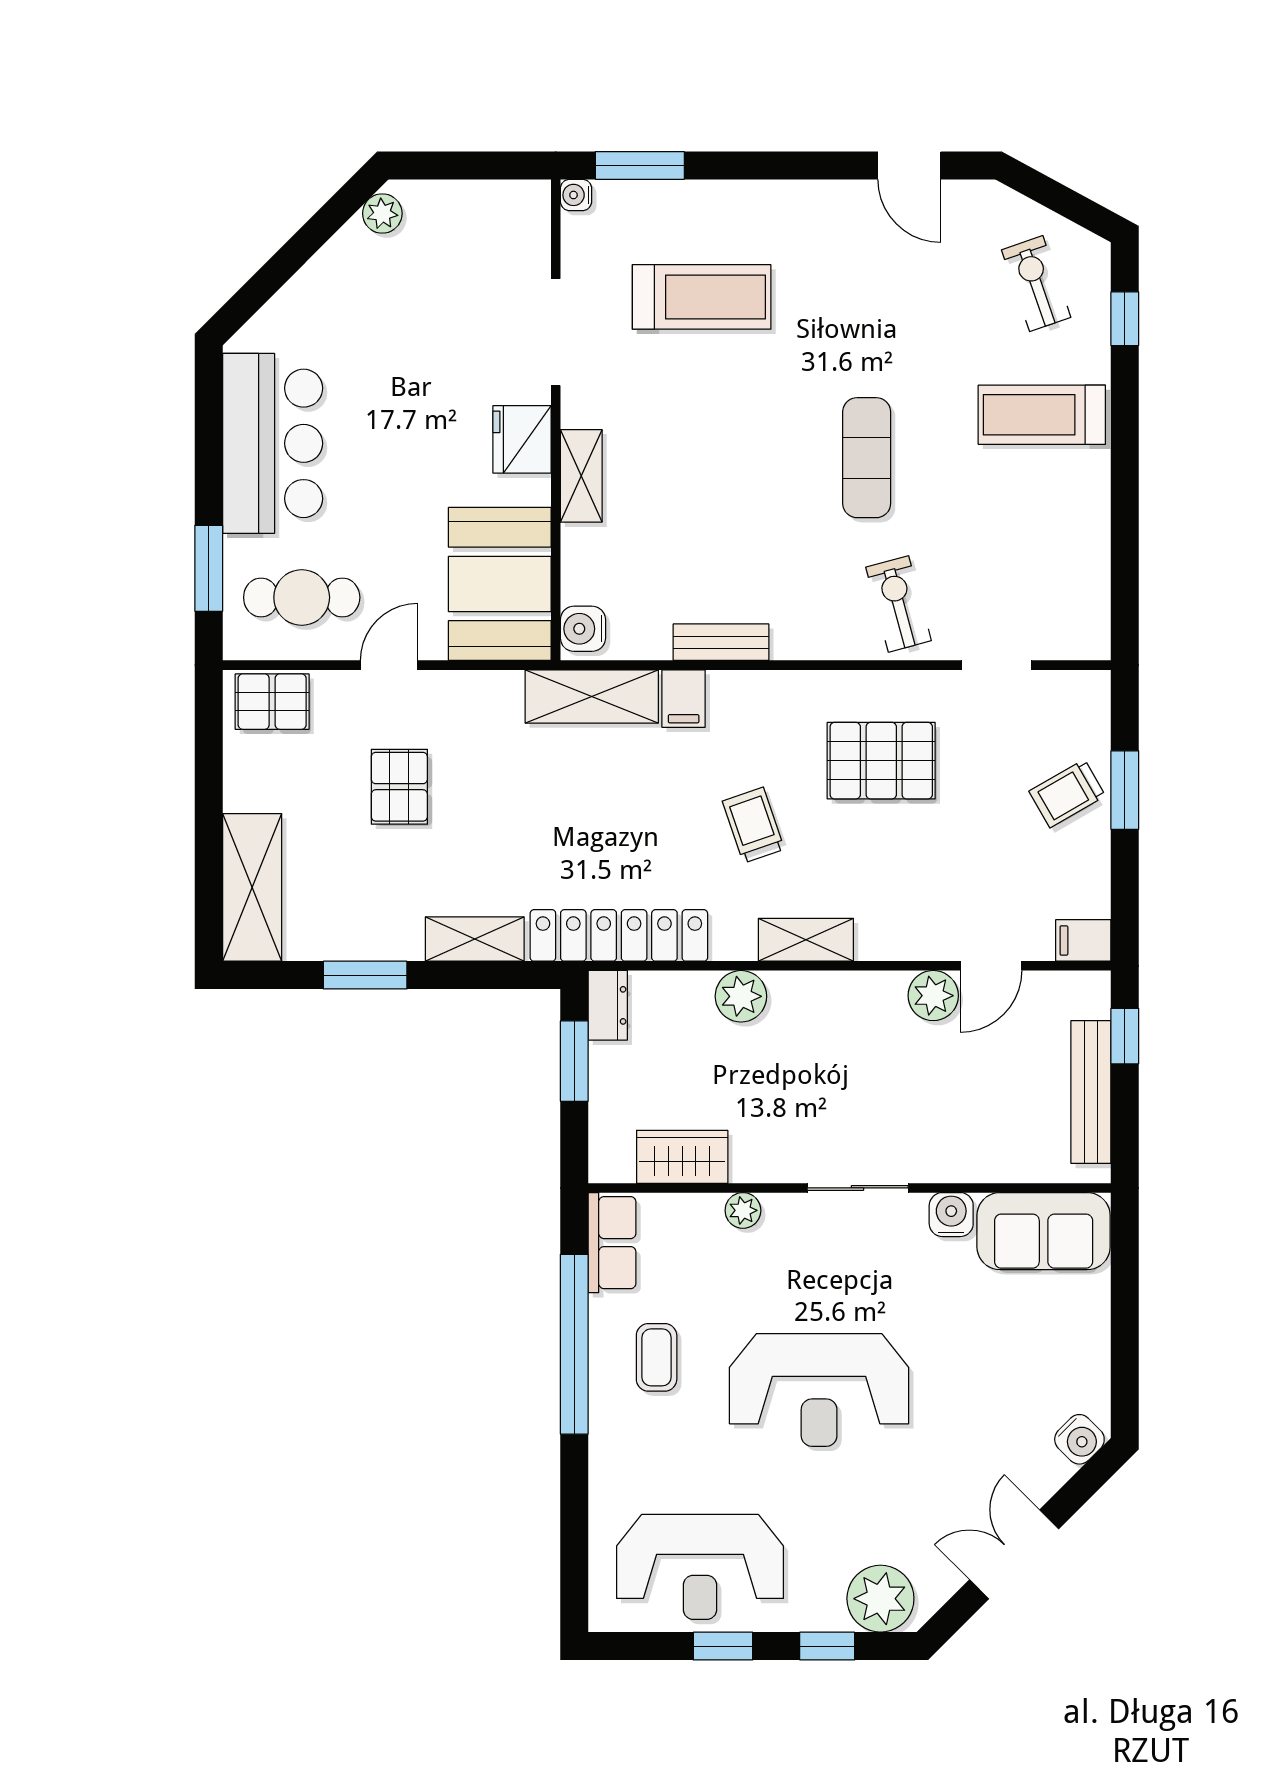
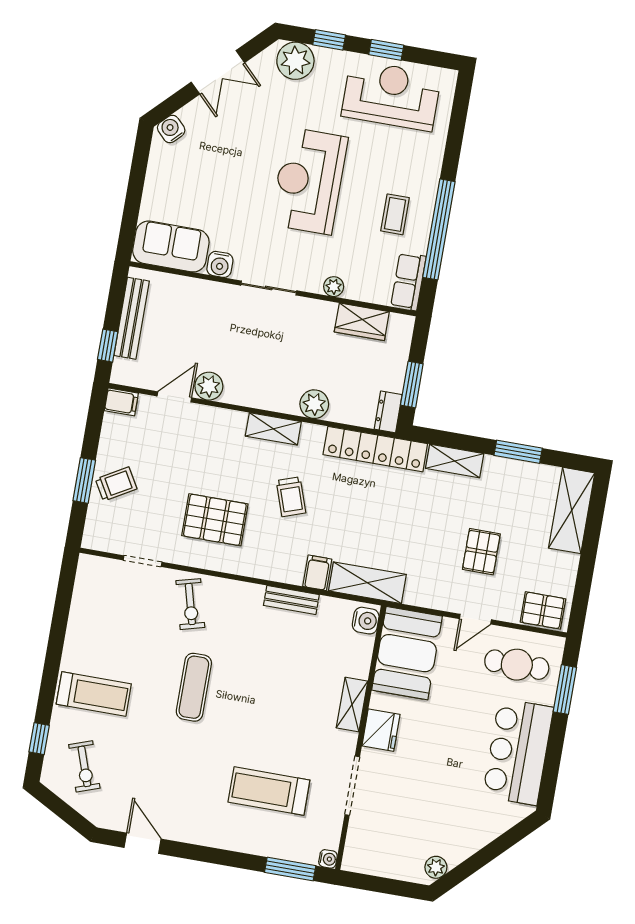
reception desk: (819, 1390) -> (309, 181), turned -90

